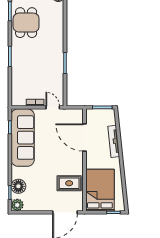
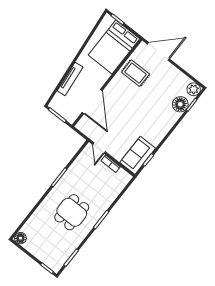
dining table: (26, 23) -> (72, 212), moved
sofa: (23, 138) -> (138, 155), width x0.54, depth x0.79

